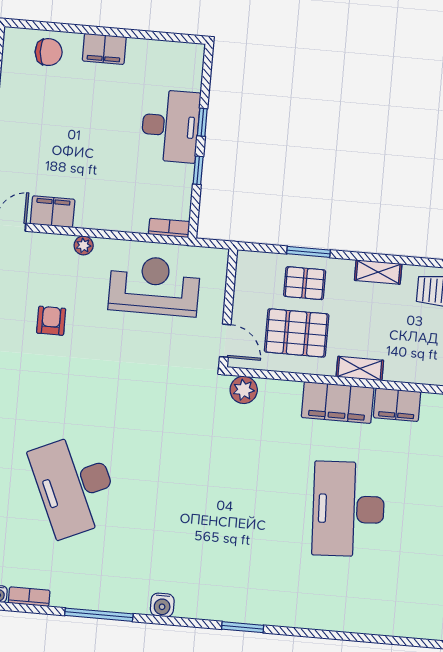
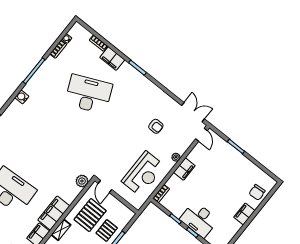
filing cabinet: (53, 212) -> (184, 169), moved
door: (225, 341) -> (105, 186), hinge flipped

